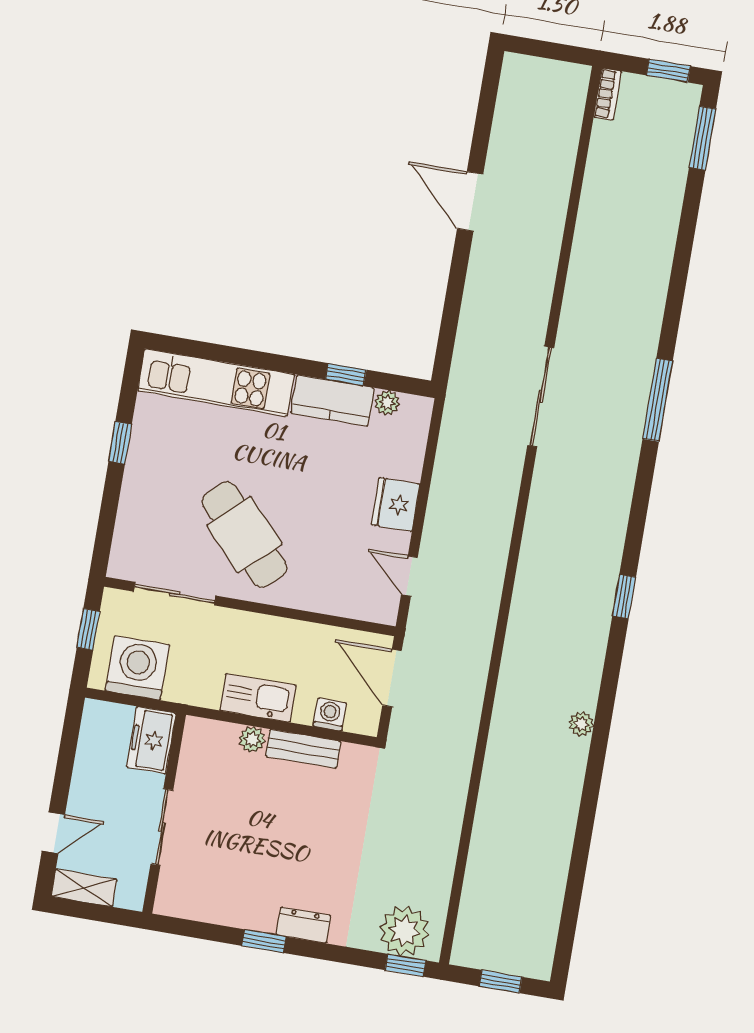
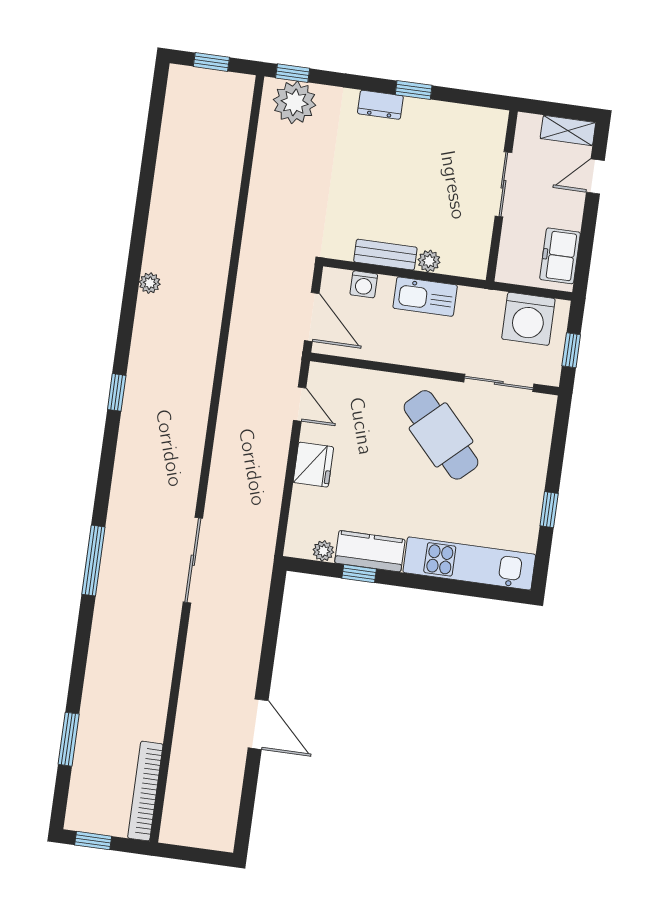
bookcase: (608, 94) -> (145, 791), width x2.31, depth x1.31
window: (702, 138) -> (69, 739), moved
freezer: (151, 740) -> (560, 256), moved, turned 180

